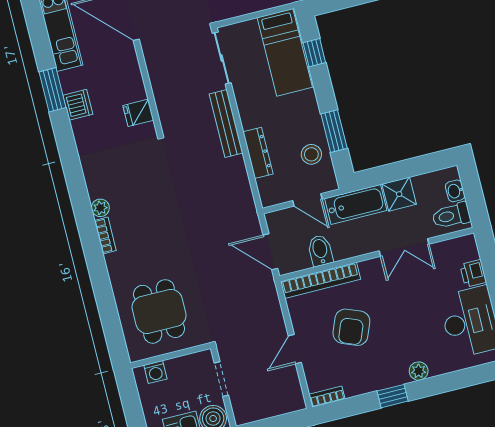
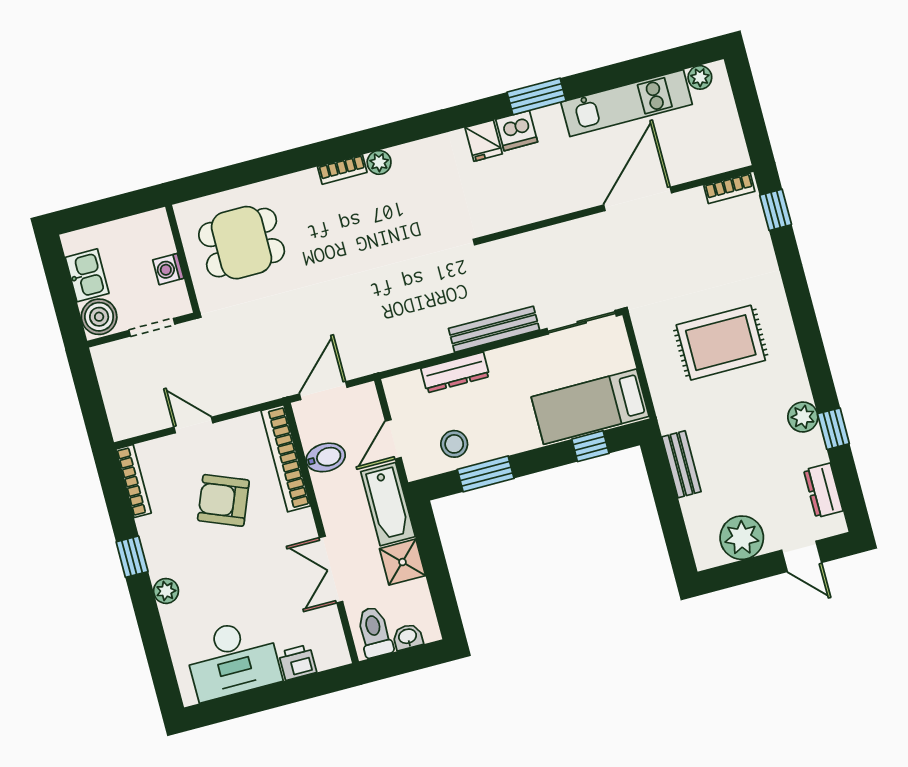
fridge: (138, 113) -> (484, 141), moved, turned 180
washing machine: (155, 372) -> (168, 269), moved
bookcase: (327, 397) -> (134, 481), width x1.56

